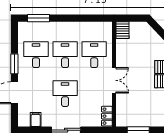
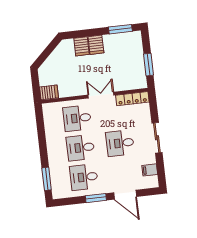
locker: (107, 116) -> (132, 99), width x1.53

